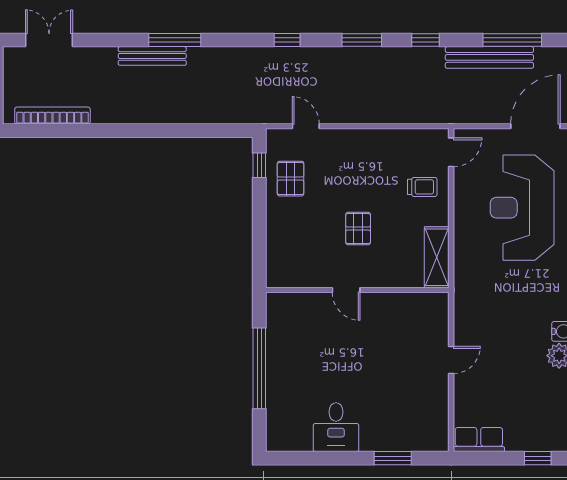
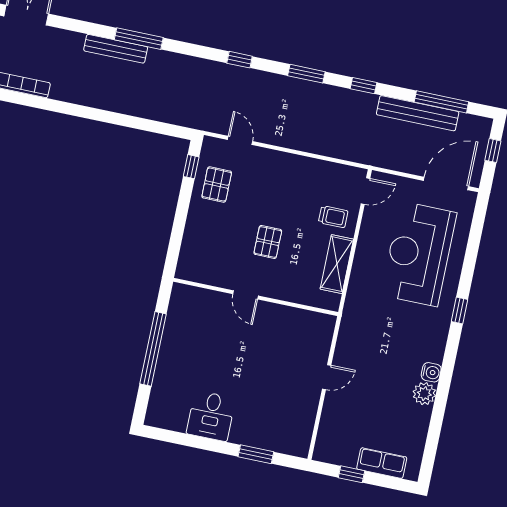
shelving: (437, 257) -> (337, 264), moved
row of seats: (479, 440) -> (382, 463), moved
window: (538, 458) -> (352, 474), moved

